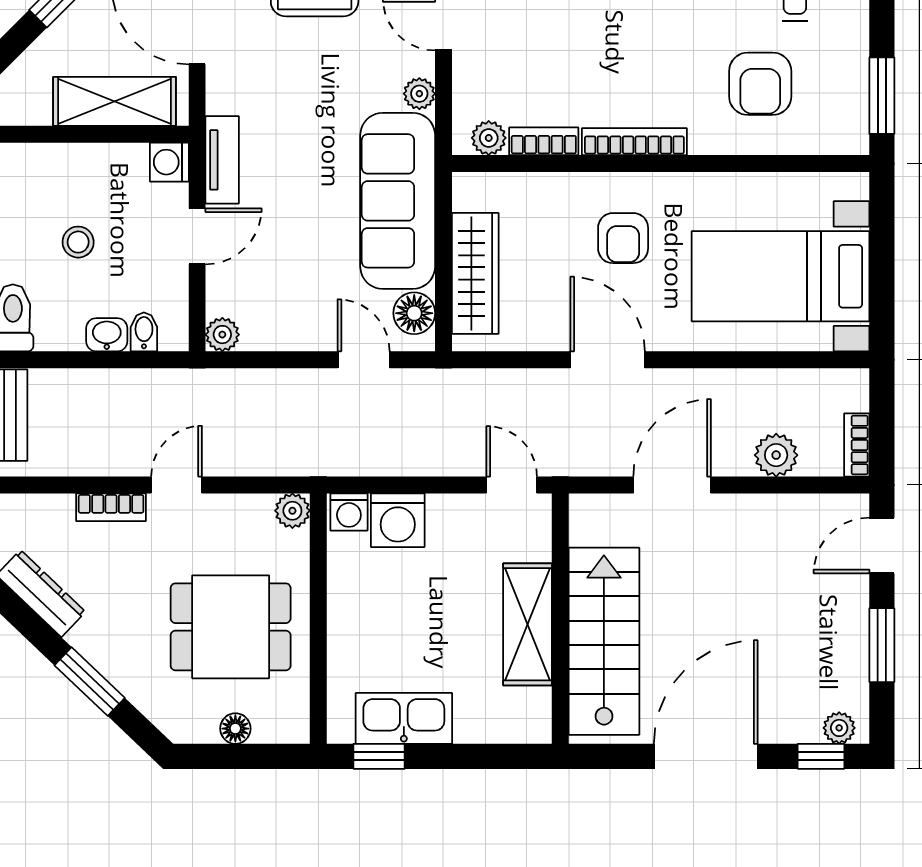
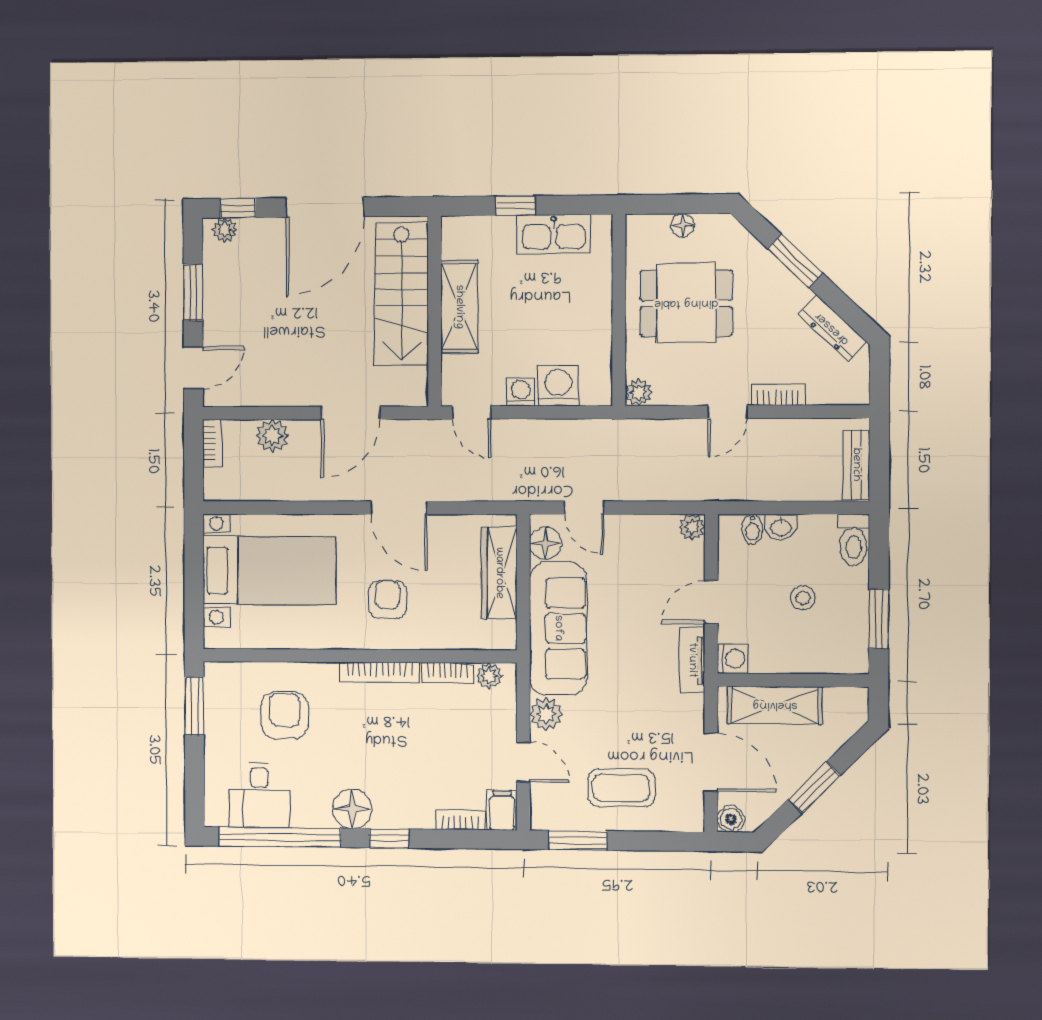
plant: (419, 94) -> (546, 714), width x1.38, depth x1.38
washing machine: (349, 512) -> (521, 392), moved
window: (379, 756) -> (515, 206), moved

